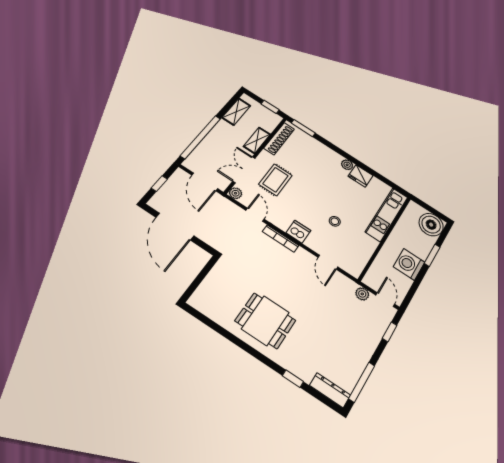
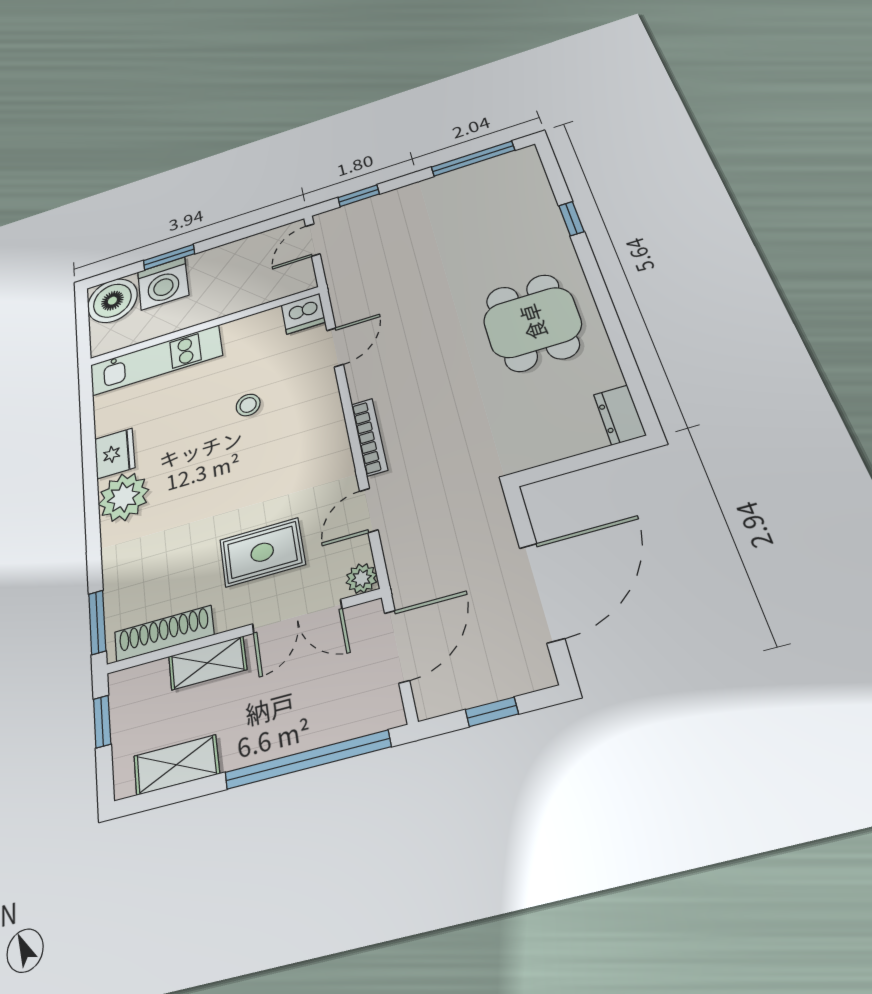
plant: (347, 165) -> (123, 497), width x1.87, depth x1.87
dishwasher: (298, 232) -> (303, 314), moved, turned -90
washing machine: (409, 264) -> (163, 283), moved
plant: (362, 294) -> (337, 268), removed
dresser: (330, 390) -> (620, 415), moved, width x0.70

